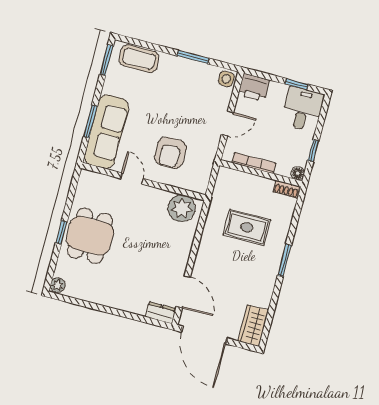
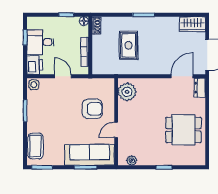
desk: (303, 109) -> (40, 42), moved
dining table: (90, 236) -> (183, 130), moved
plant: (58, 285) -> (132, 160), moved

